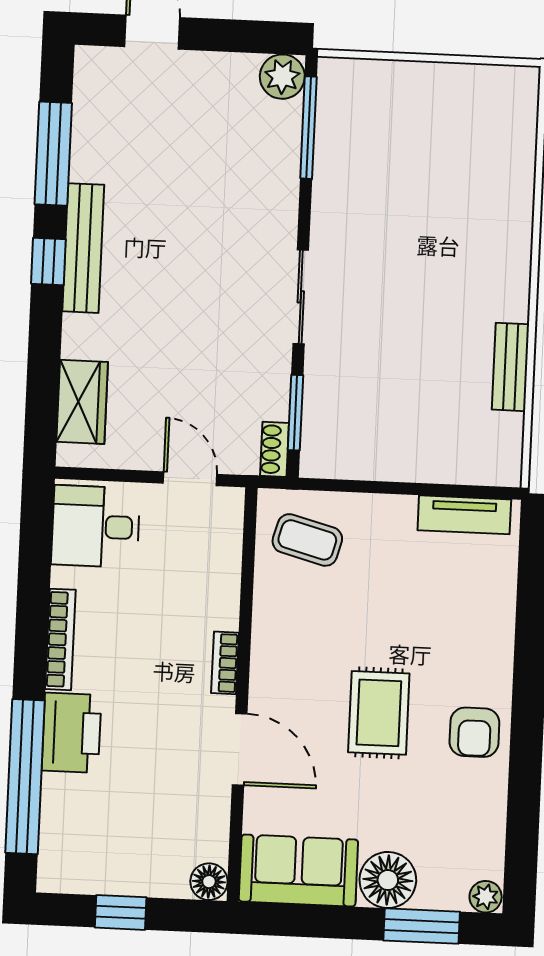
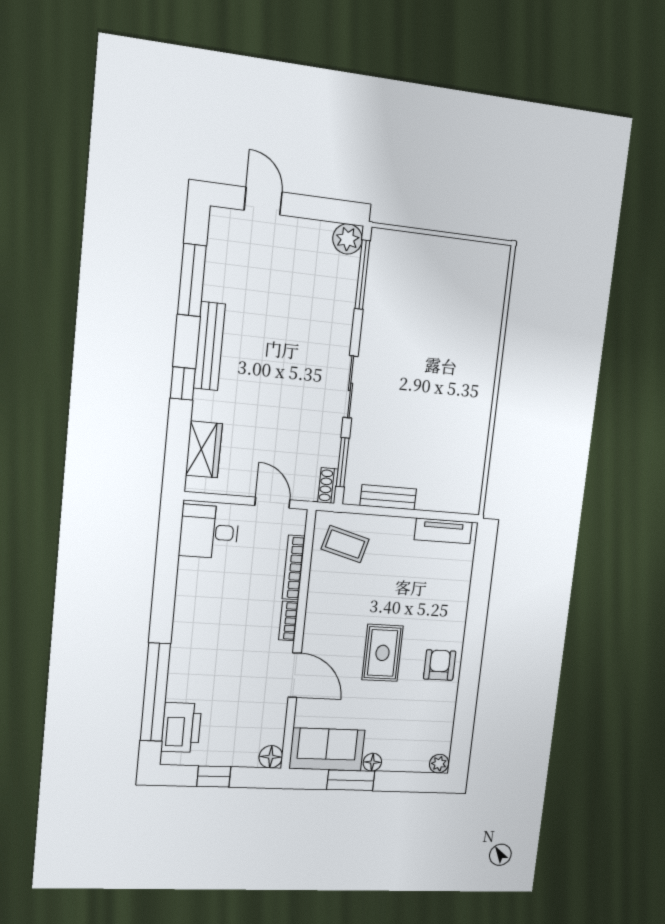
window: (48, 262) -> (183, 383), moved
bench: (510, 367) -> (388, 497), moved, turned 90
bookcase: (60, 639) -> (294, 567), moved, turned 180
armchair: (474, 732) -> (440, 665), turned 180
printer: (71, 733) -> (181, 727), moved
floor lamp: (388, 880) -> (372, 762), width x0.53, depth x0.53
window: (422, 926) -> (351, 780), moved

